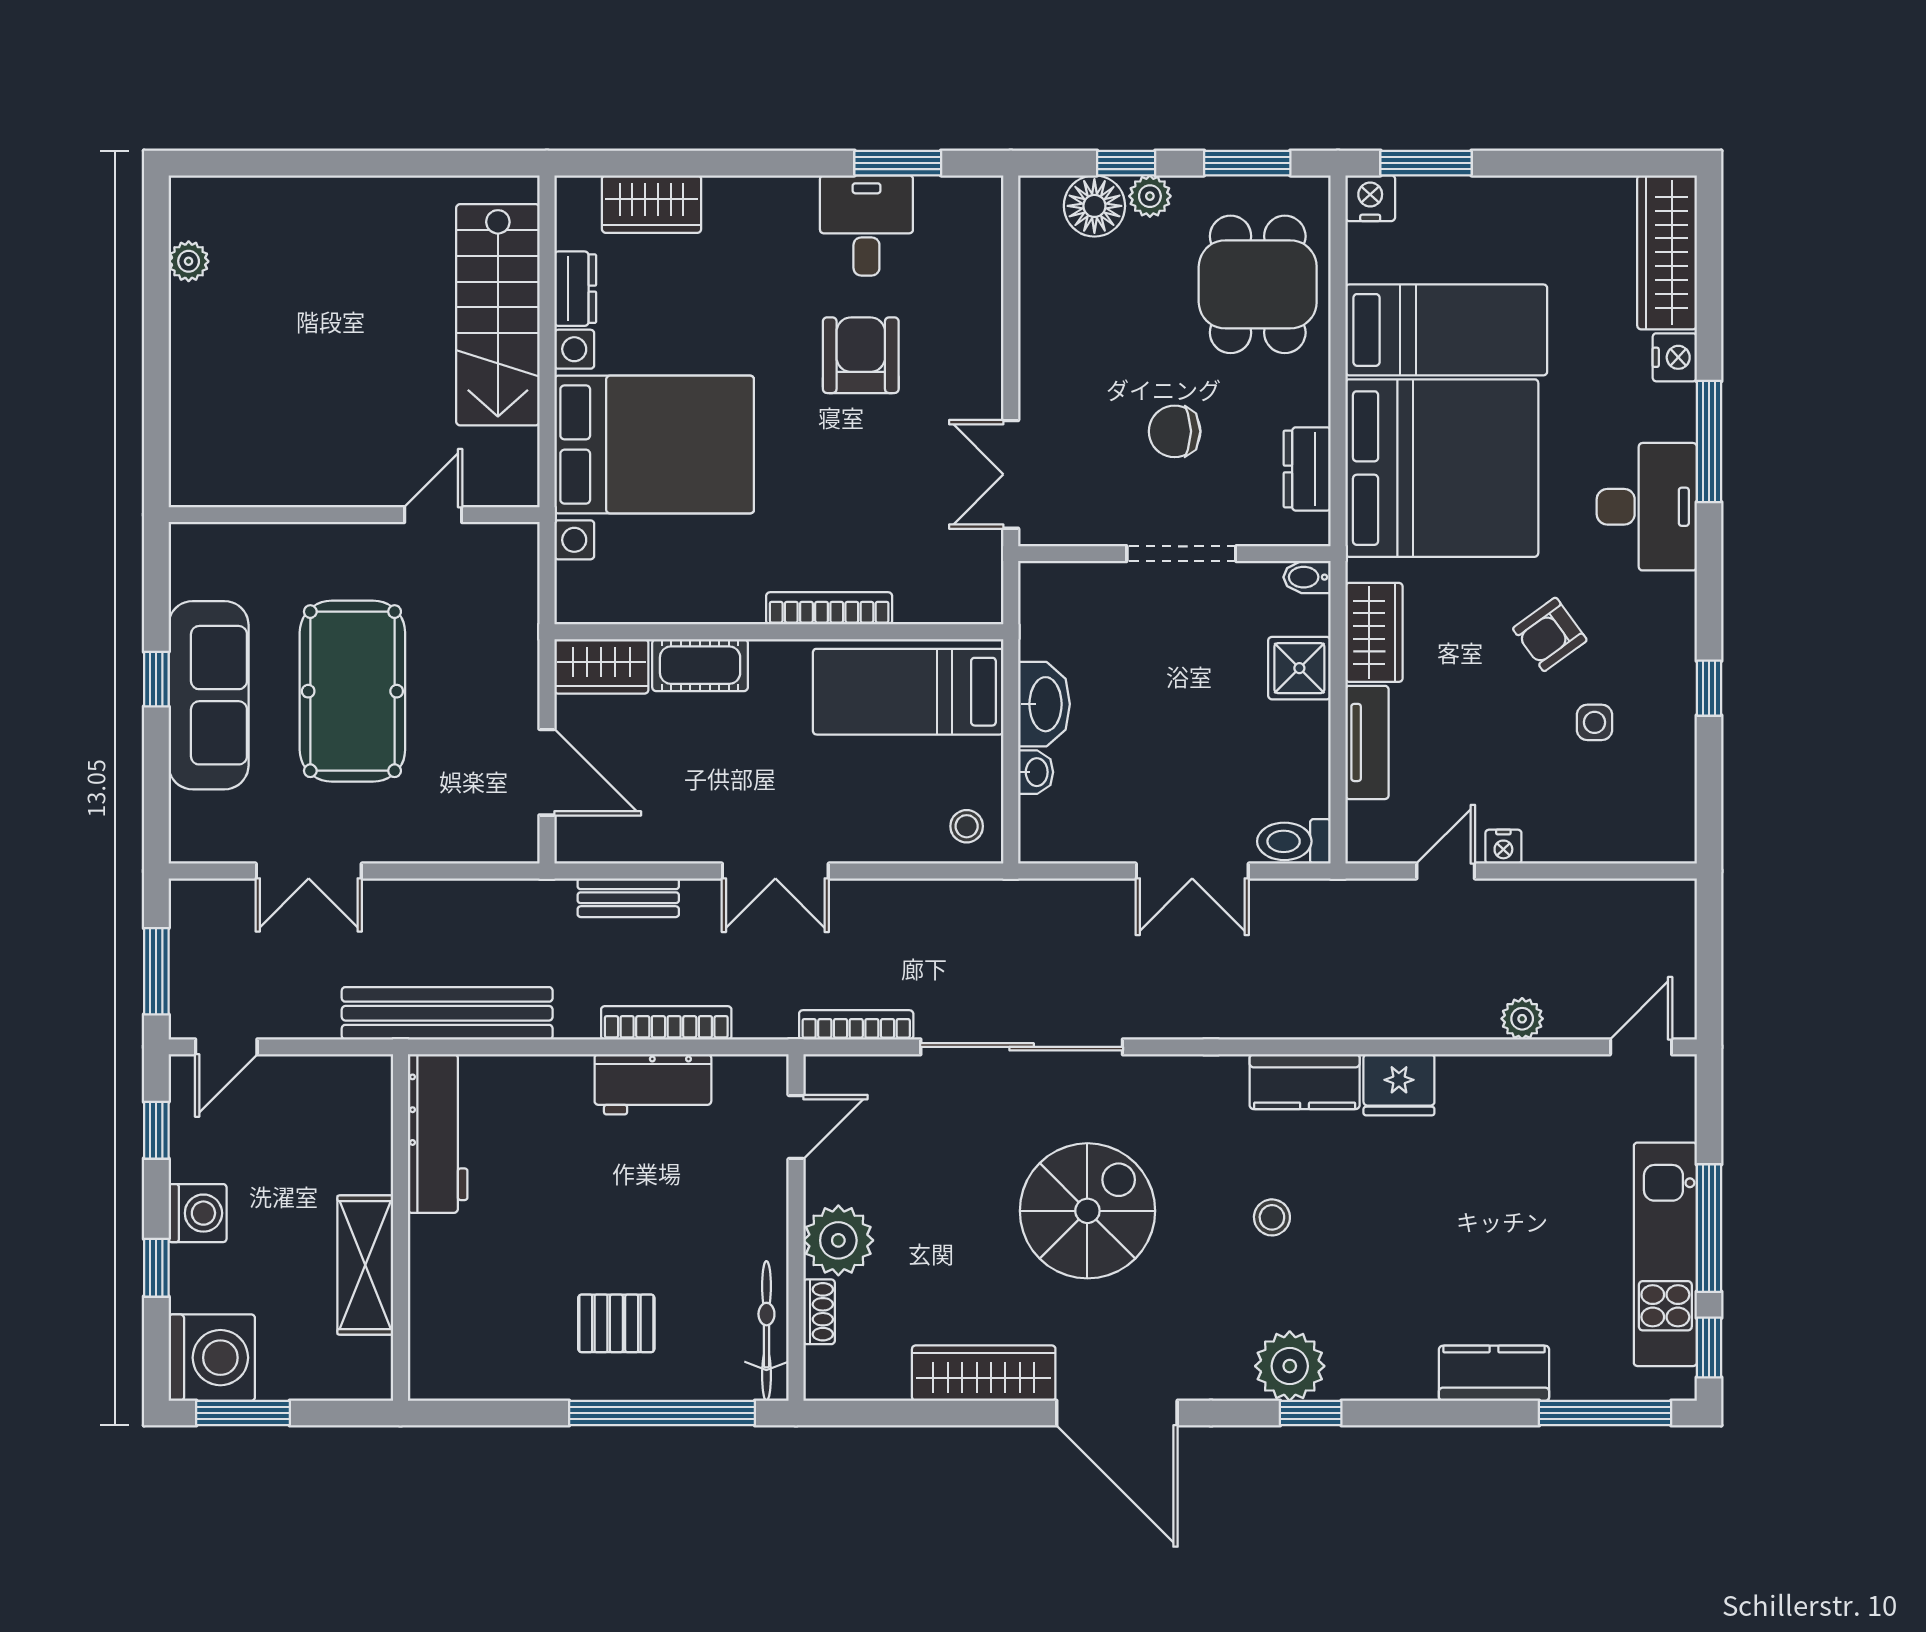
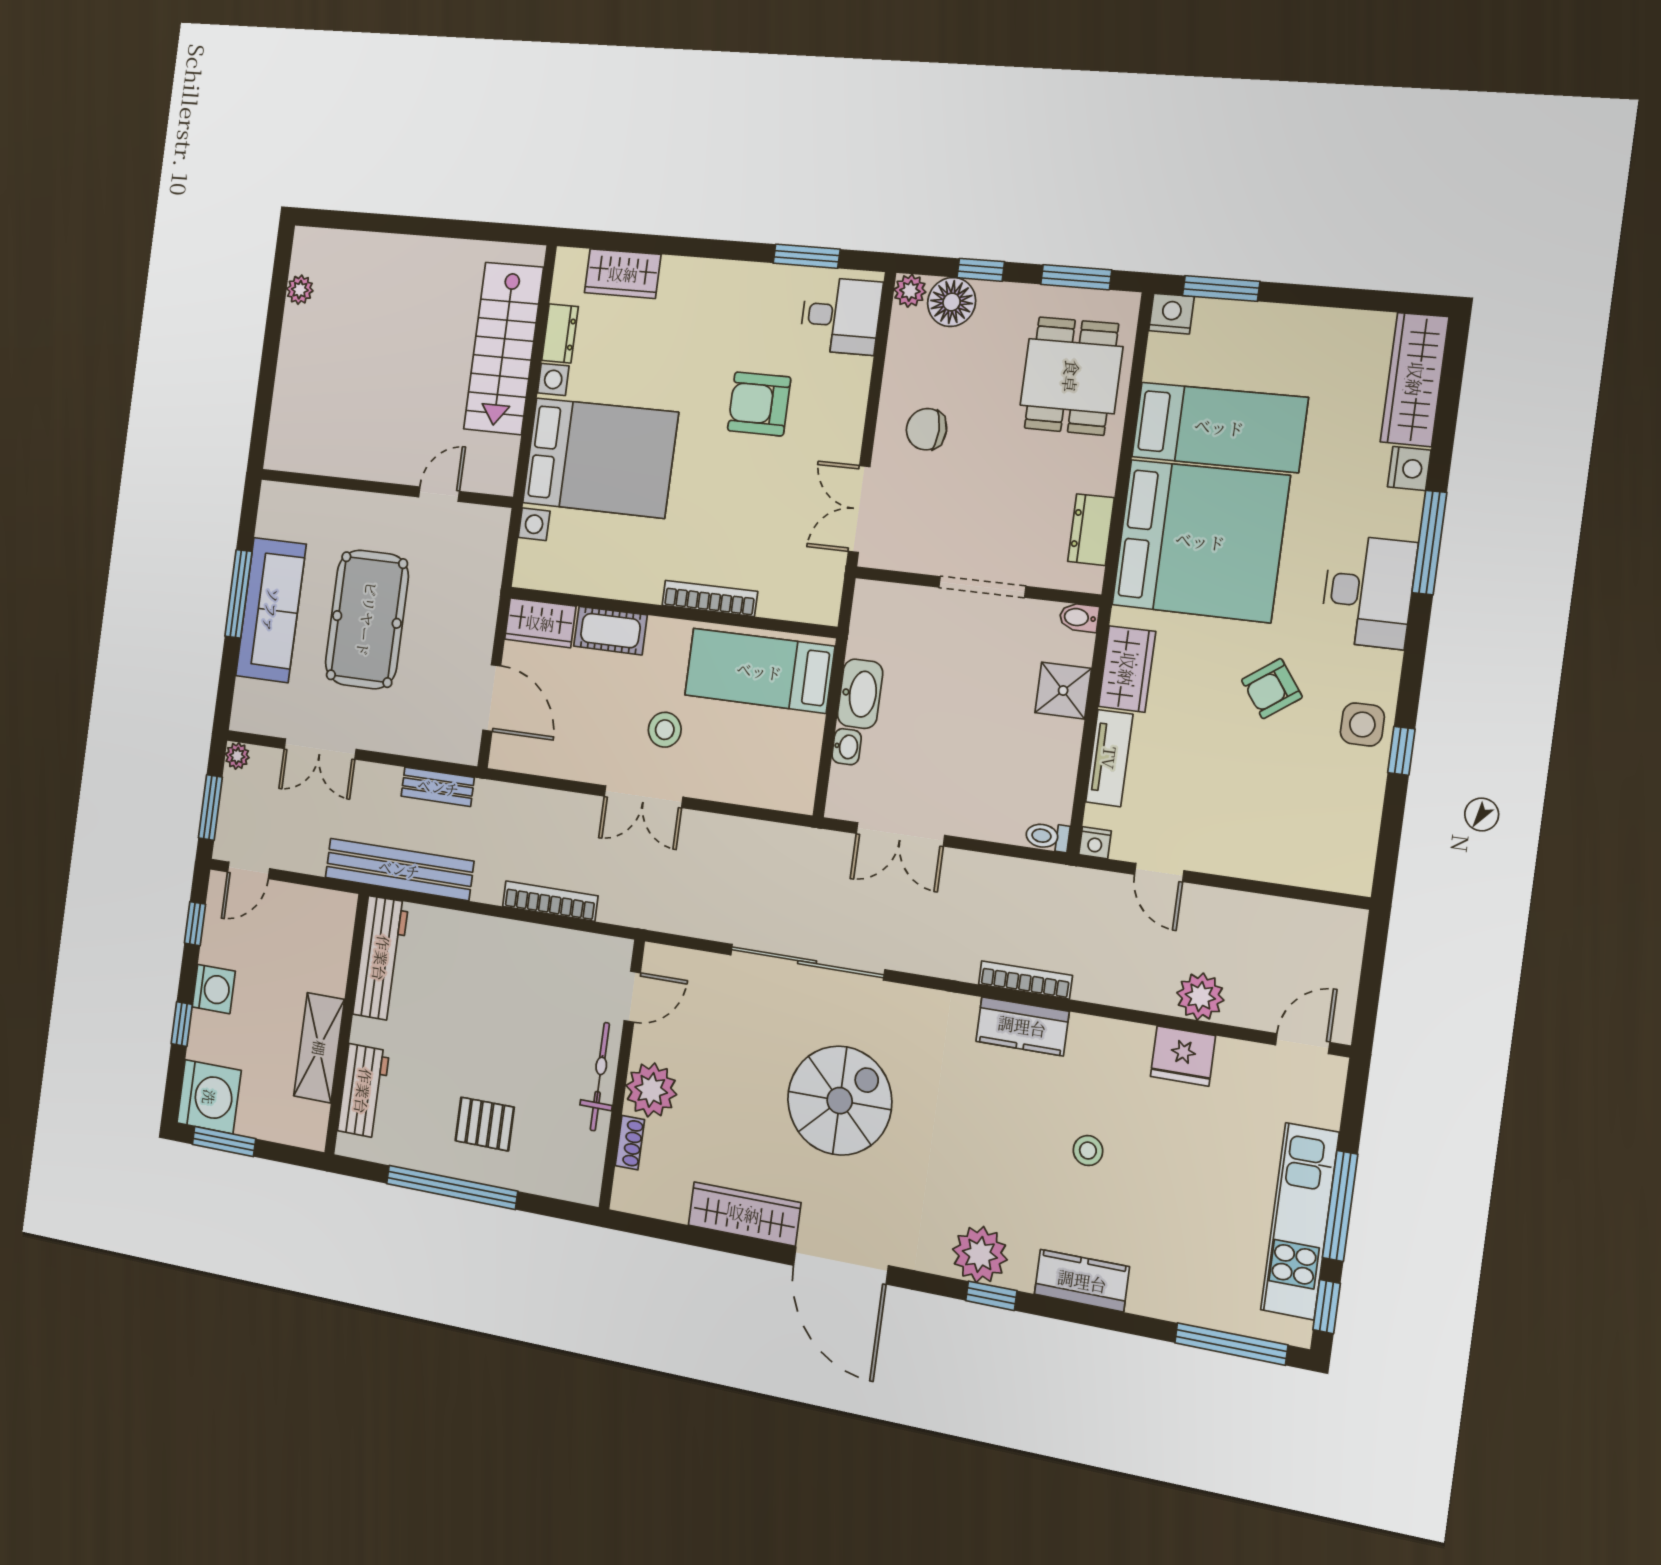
plant: (1150, 196) -> (910, 291), moved
desk: (866, 225) -> (841, 316), moved, turned 90
armchair: (861, 355) -> (759, 404), turned -90
chair: (1175, 431) -> (926, 429), moved
window: (156, 679) -> (238, 594), width x2.17
side table: (1595, 722) -> (1362, 724), moved, width x1.37, depth x1.37
stool: (967, 826) -> (665, 730), moved, width x1.37, depth x1.37
toilet: (1294, 841) -> (1047, 837), width x0.73, depth x0.72
nightstand: (1503, 847) -> (1095, 843), moved
double door: (1192, 871) -> (900, 834), moved
door: (1446, 871) -> (1159, 872), swing flipped
plant: (187, 897) -> (237, 756), added
bench: (628, 898) -> (438, 787), moved
plant: (1522, 1019) -> (1200, 997), width x1.38, depth x1.38
bookcase: (856, 1025) -> (1025, 980), moved
workbench: (653, 1084) -> (363, 1091), moved, turned -90
fridge: (1399, 1085) -> (1183, 1056), moved
stool: (1272, 1217) -> (1088, 1151), moved
bicycle: (766, 1331) -> (600, 1077), moved
kitchen counter: (1494, 1373) -> (1082, 1281), moved
window: (662, 1413) -> (452, 1187), moved

